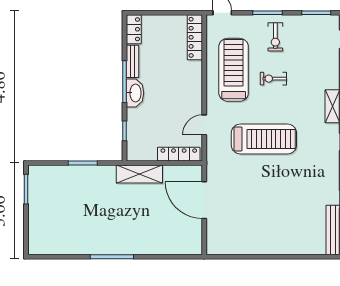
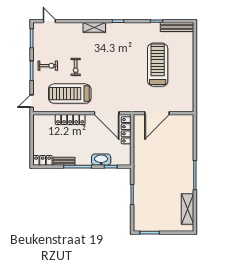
locker: (195, 37) -> (70, 119), moved
washbasin: (135, 93) -> (101, 160), moved
door: (204, 125) -> (107, 113), width x1.88
treadmill: (264, 139) -> (158, 65), moved
shelving: (139, 174) -> (187, 209), moved

